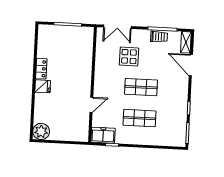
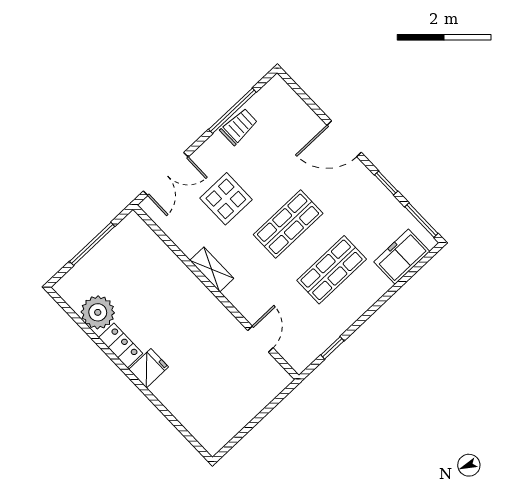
shelving: (186, 42) -> (212, 269), moved
door: (191, 65) -> (344, 139), moved
door: (91, 105) -> (260, 339), moved
plant: (41, 131) -> (98, 312), moved
freezer: (103, 135) -> (402, 257), moved

